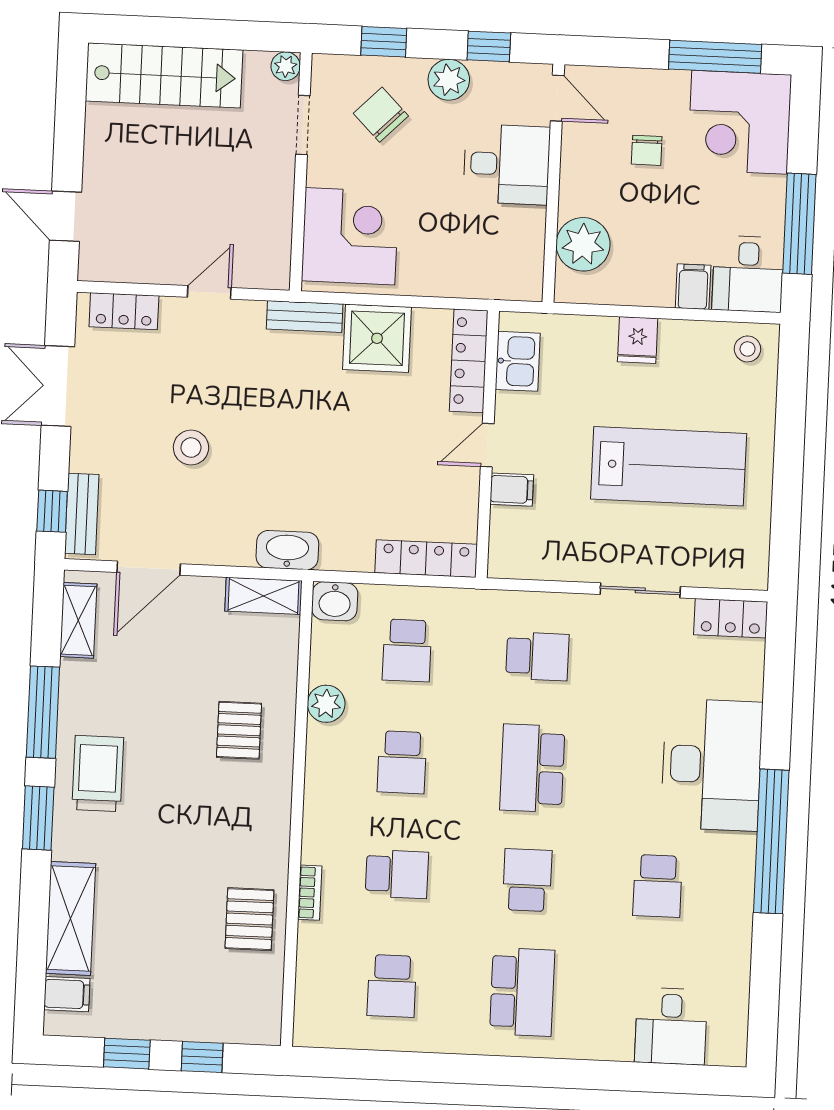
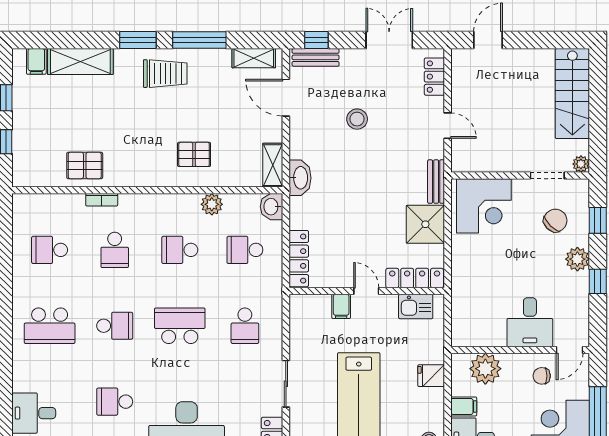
door: (557, 98) -> (570, 350), moved
desk: (507, 164) -> (530, 322), moved
wall: (553, 183) -> (520, 350), moved
plant: (583, 244) -> (485, 369), moved

